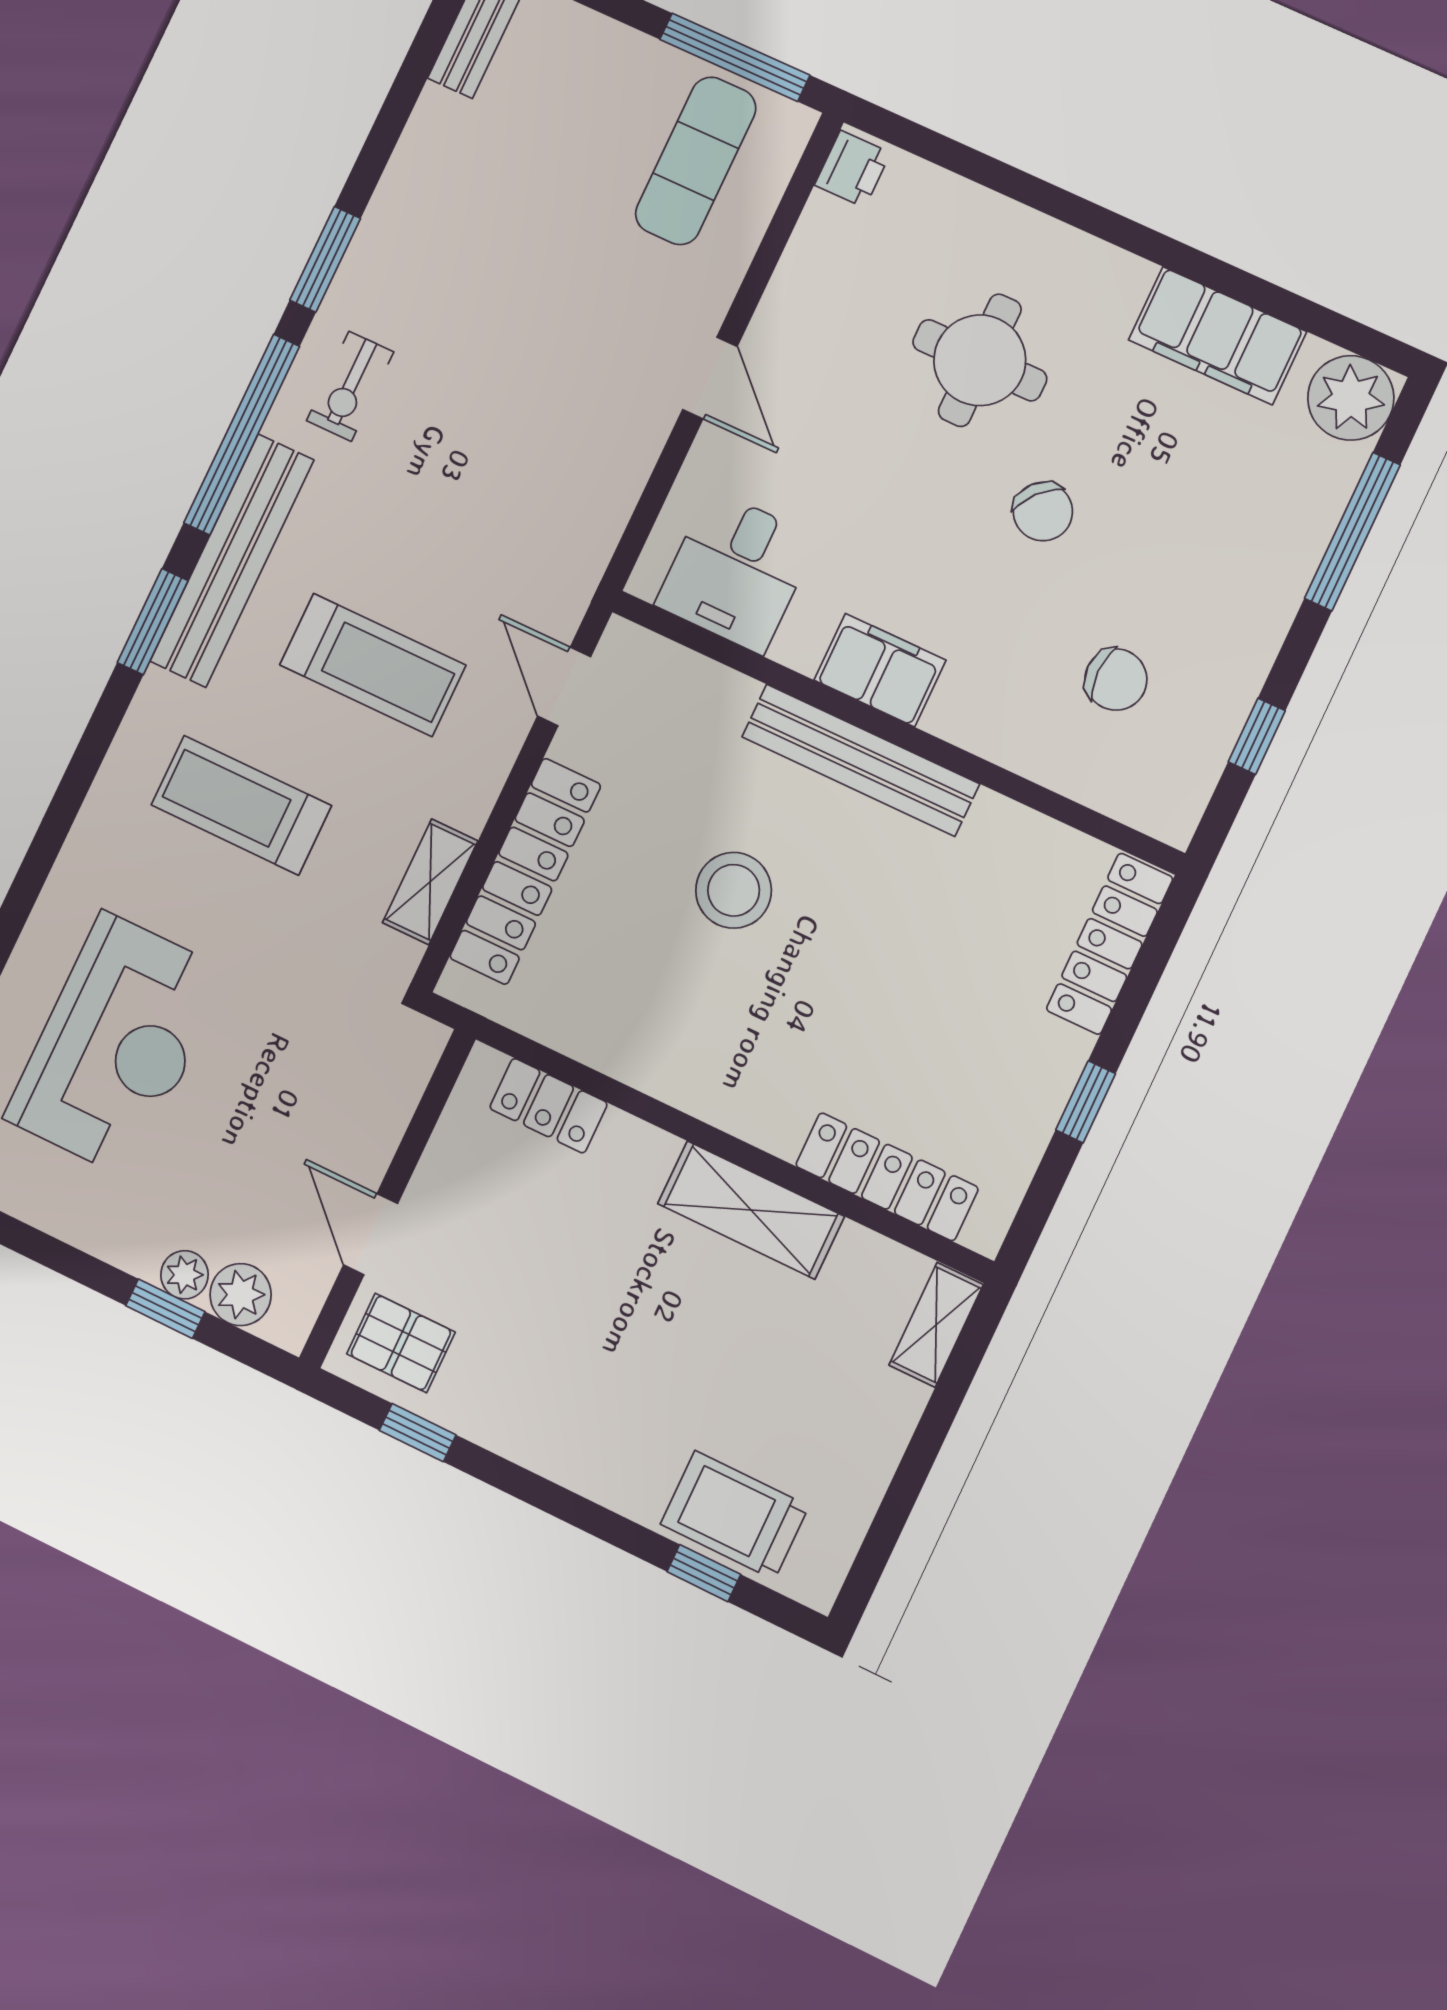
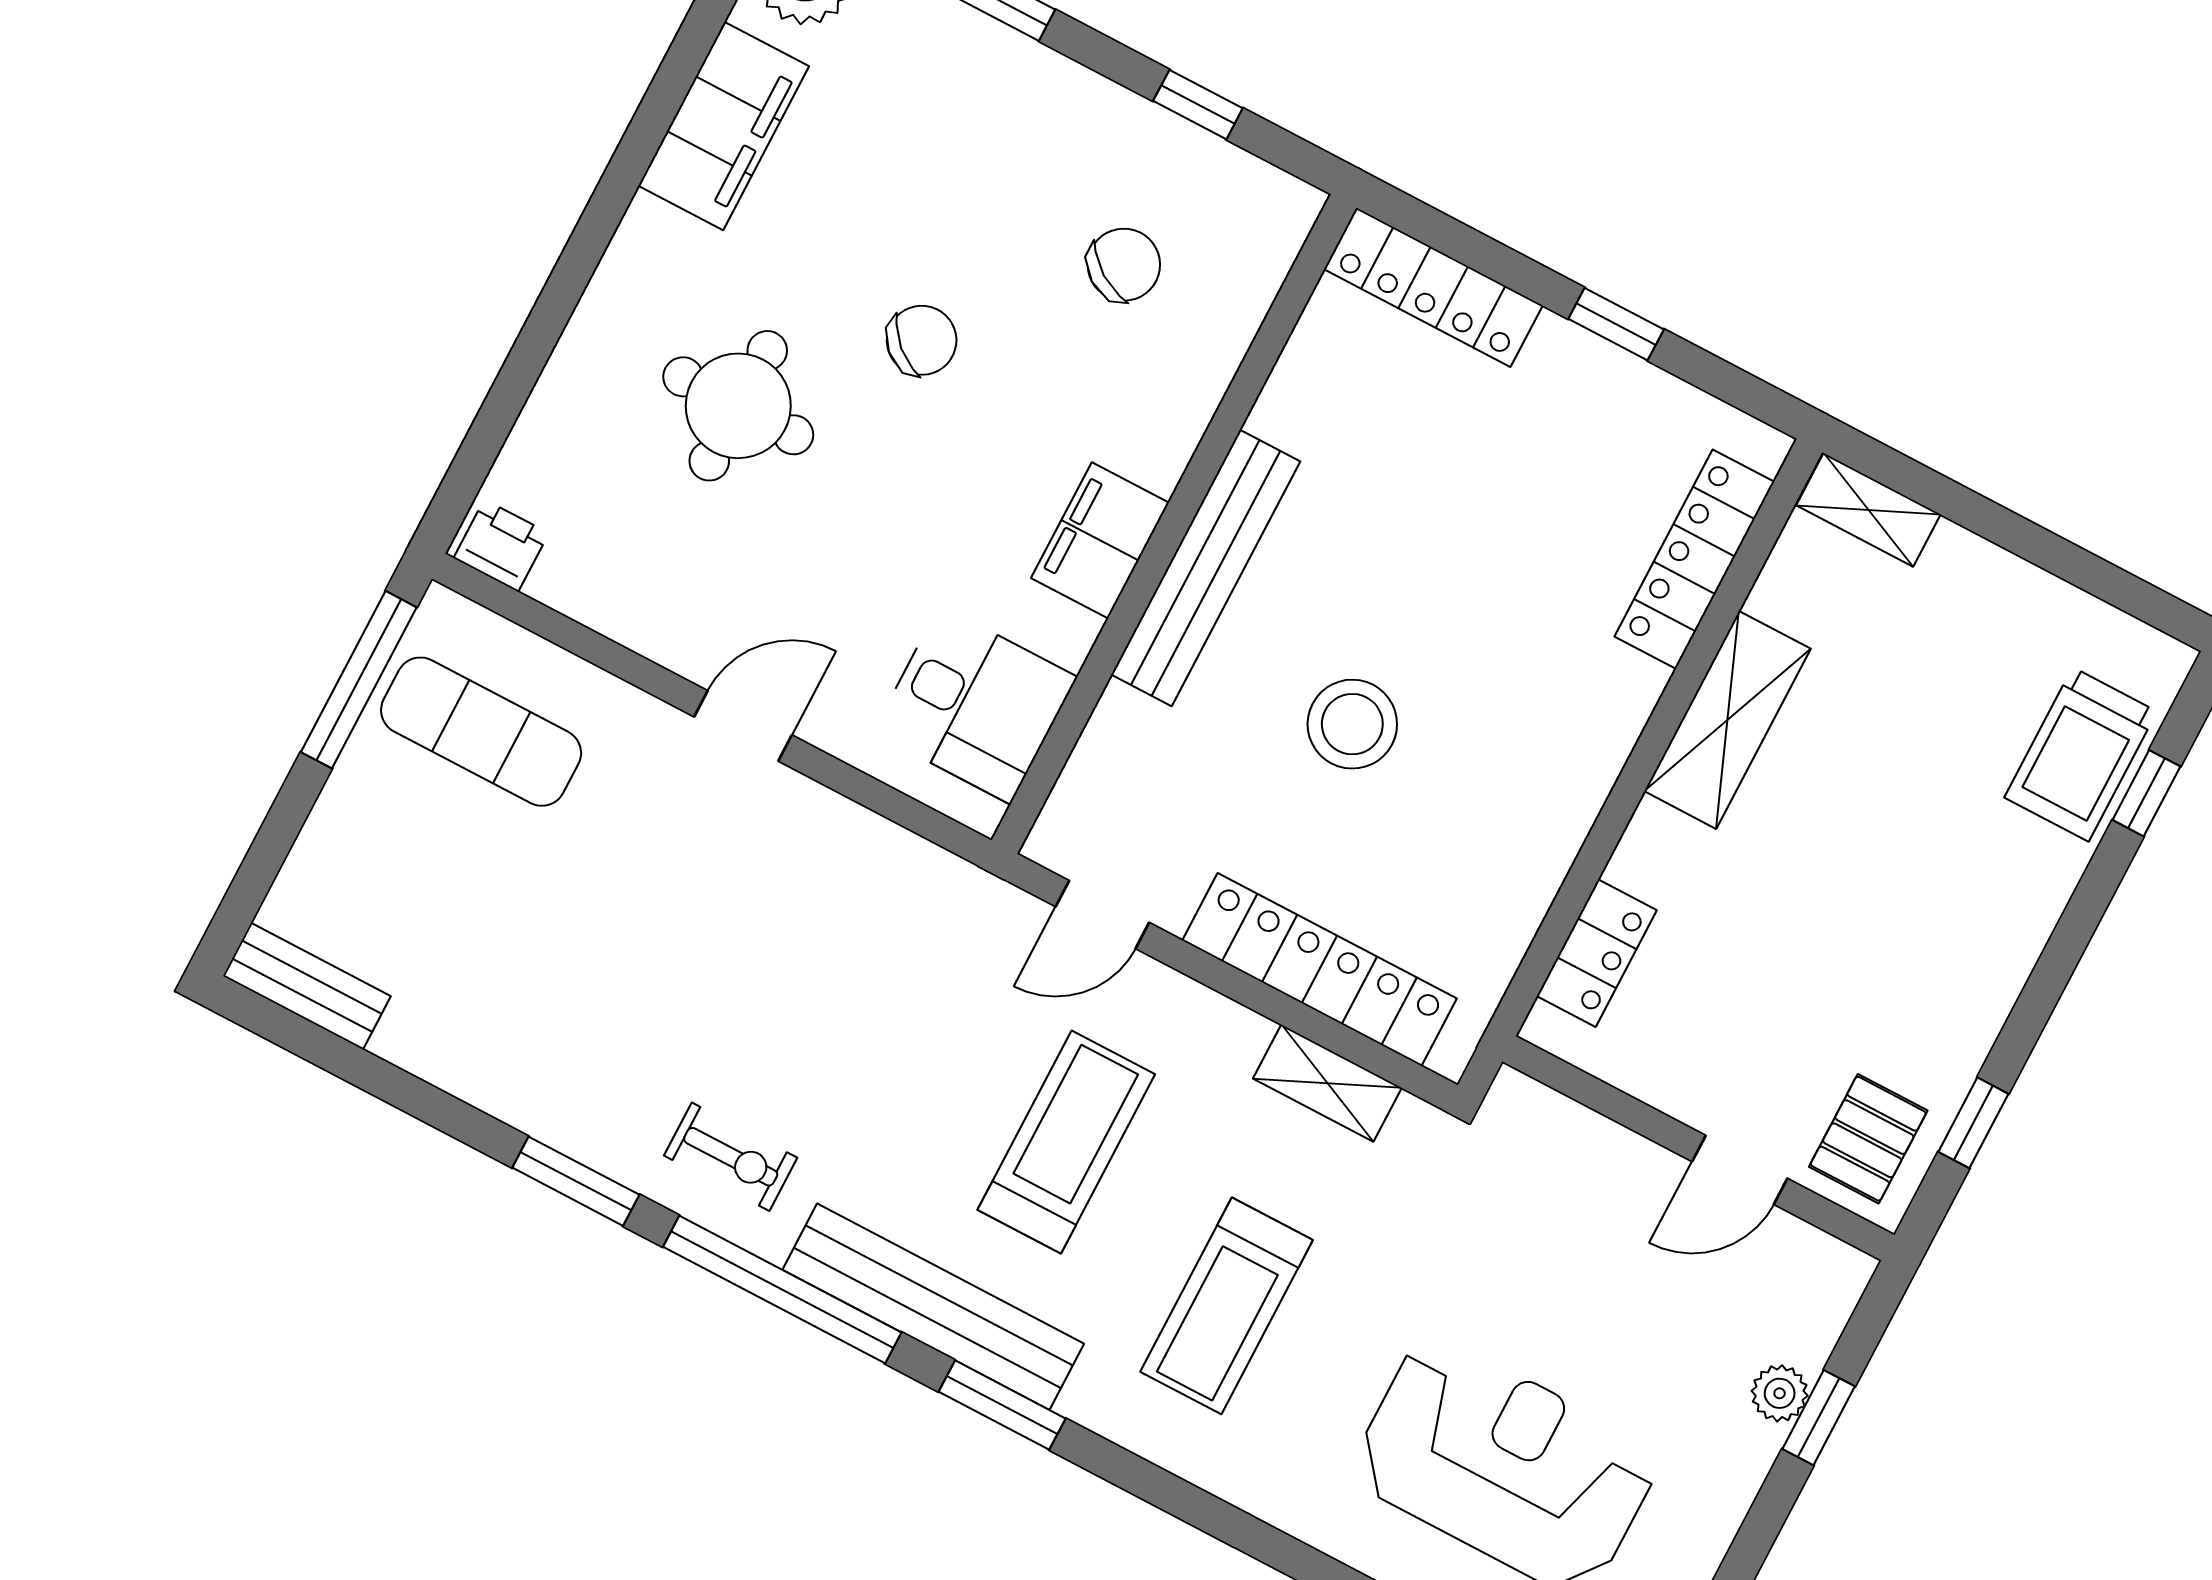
chair: (1116, 679) -> (1124, 265), turned 34
plant: (241, 1295) -> (1805, 1327), removed

